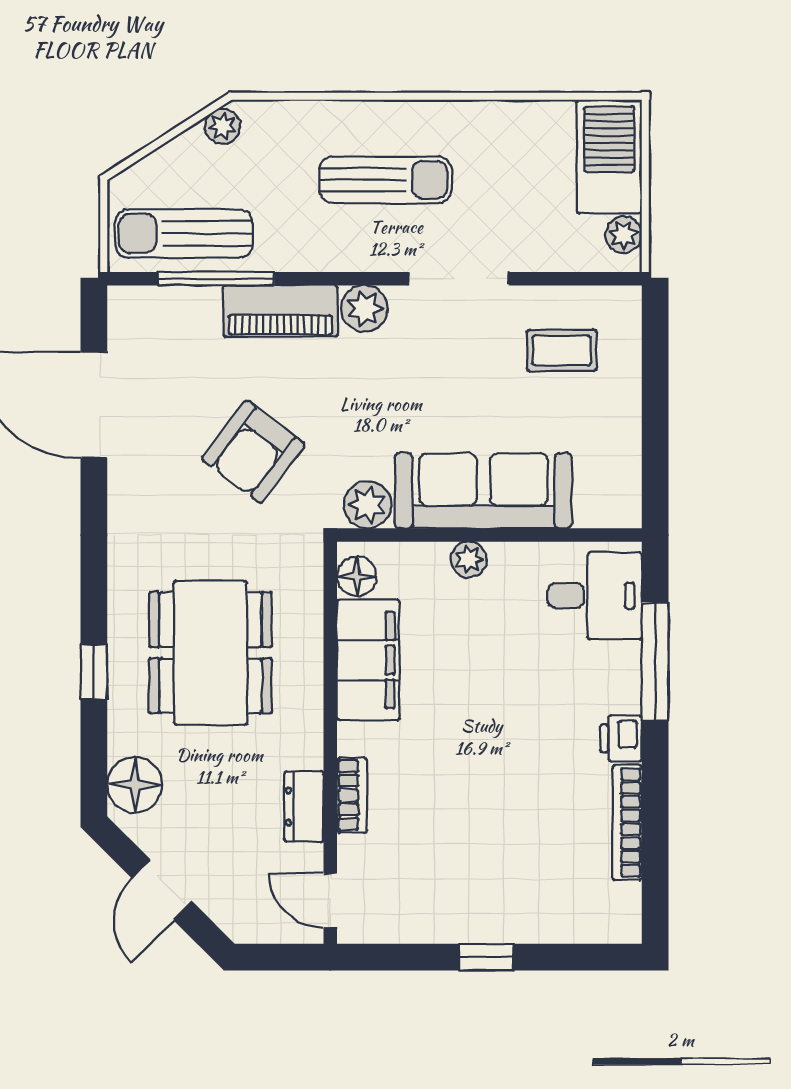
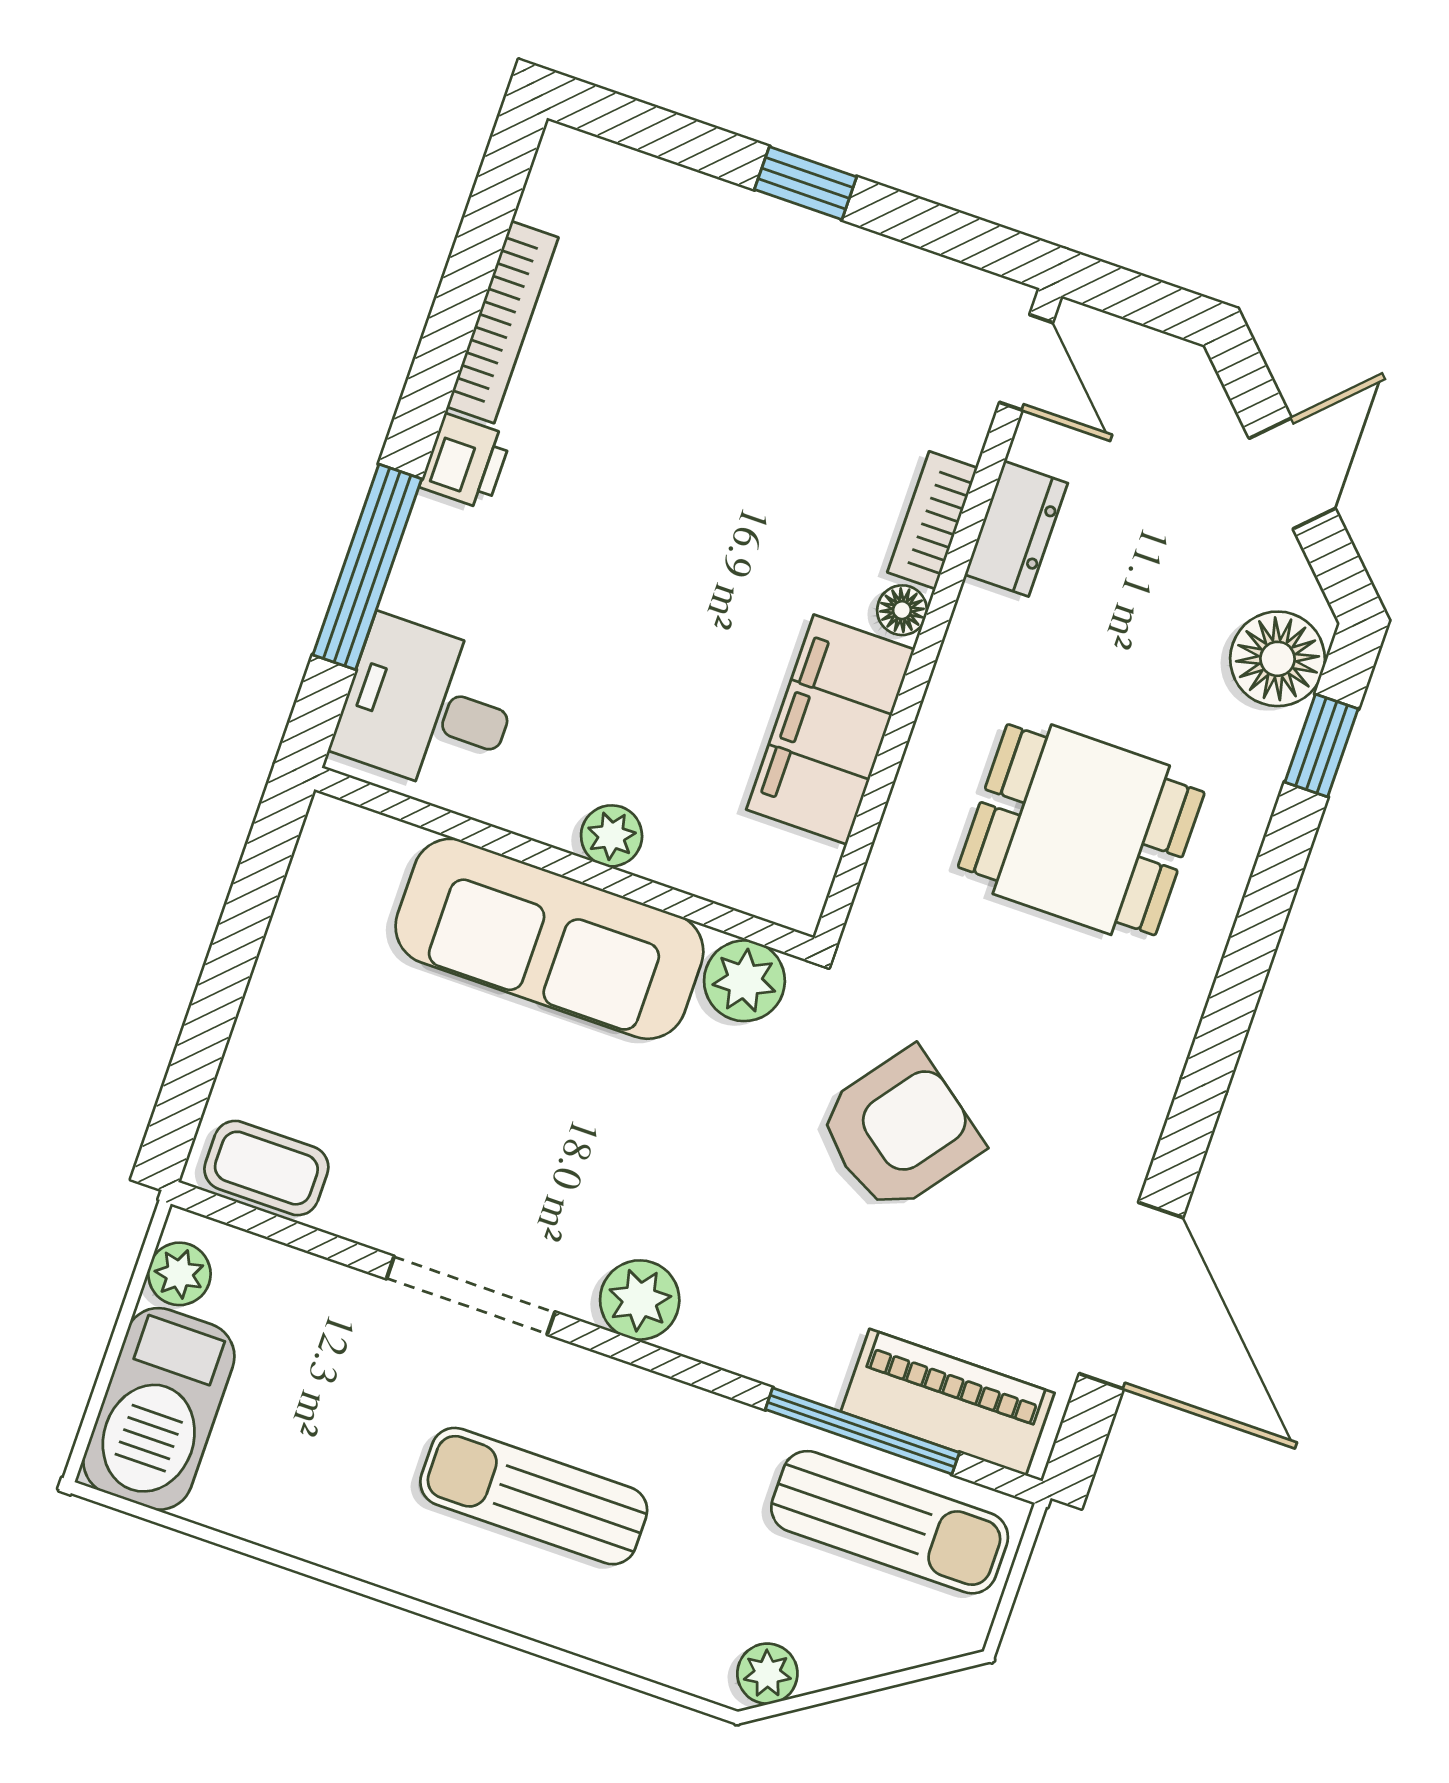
piano: (280, 311) -> (948, 1402), moved
coffee table: (562, 350) -> (266, 1168), moved
floor lamp: (357, 576) -> (902, 610), moved, width x0.73, depth x0.73
dining table: (210, 653) -> (1081, 830), width x0.73
window: (94, 672) -> (1322, 746), moved

